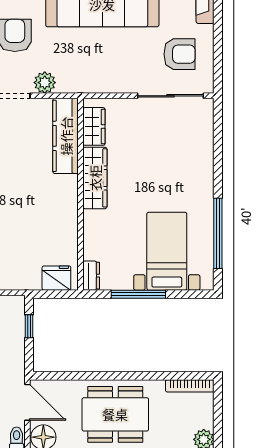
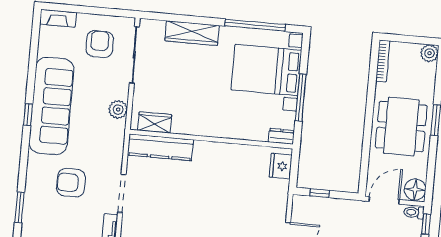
plant: (45, 83) -> (118, 110), moved
wardrobe: (95, 178) -> (192, 33), moved, turned 180
bed with nightstands: (167, 251) -> (266, 70), width x1.36

